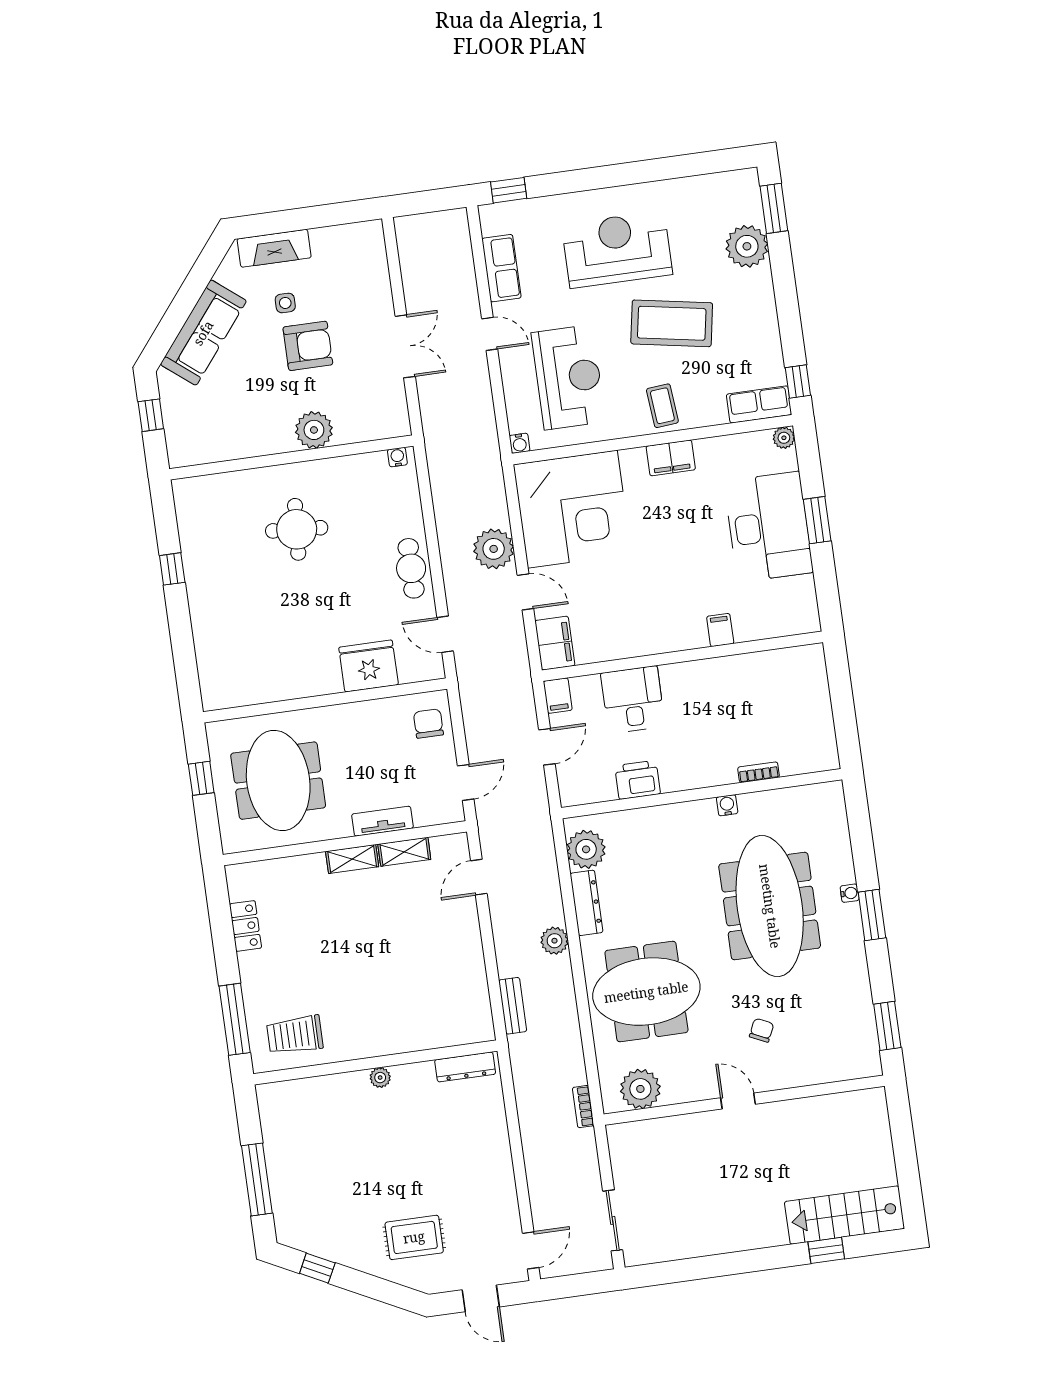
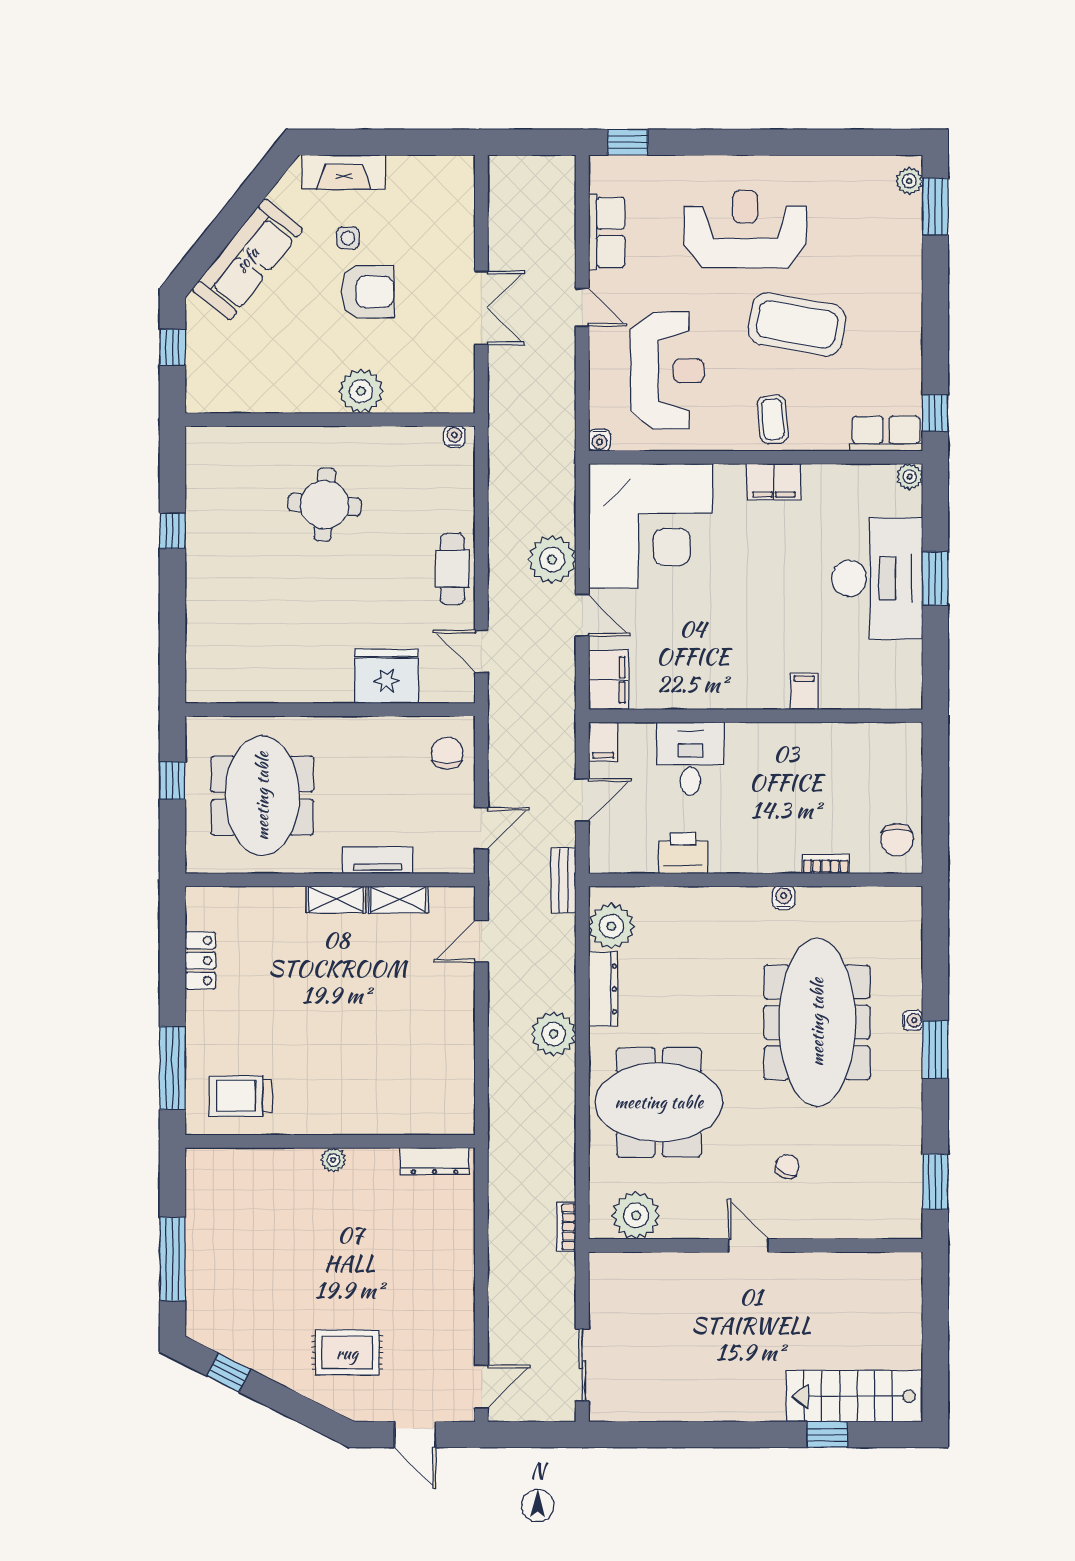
plant: (747, 246) -> (909, 181), moved, width x0.53, depth x0.53
chair: (815, 744) -> (897, 840), added
plant: (554, 941) -> (554, 1034), width x1.36, depth x1.36
bench: (513, 1006) -> (564, 880), moved

